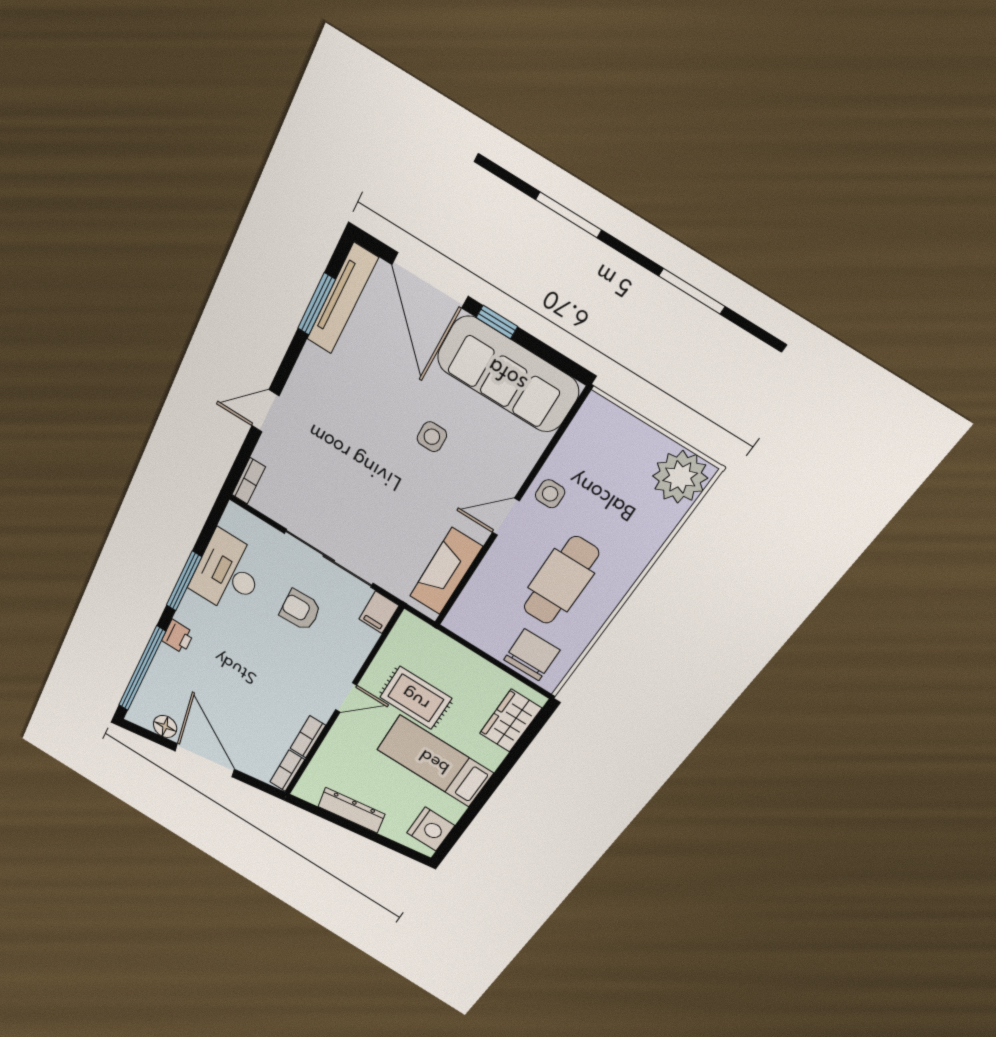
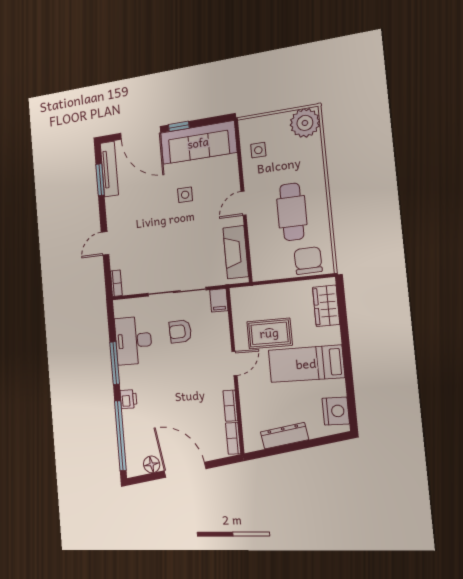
side table: (550, 494) -> (258, 150), moved

